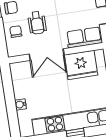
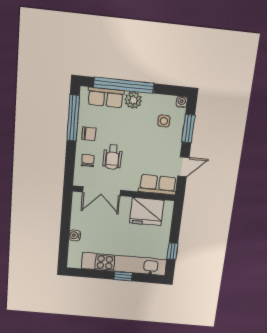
double door: (47, 55) -> (102, 191), moved

